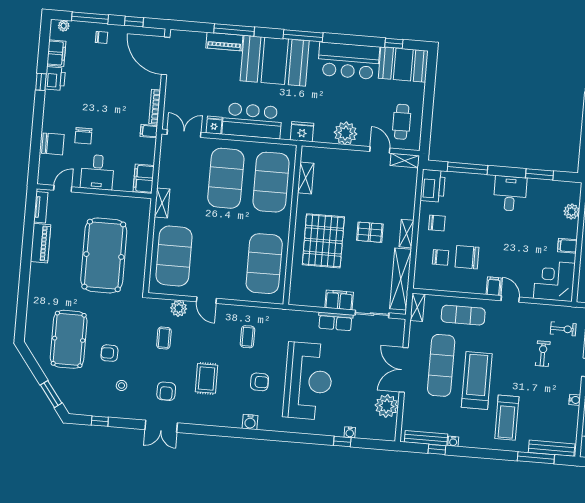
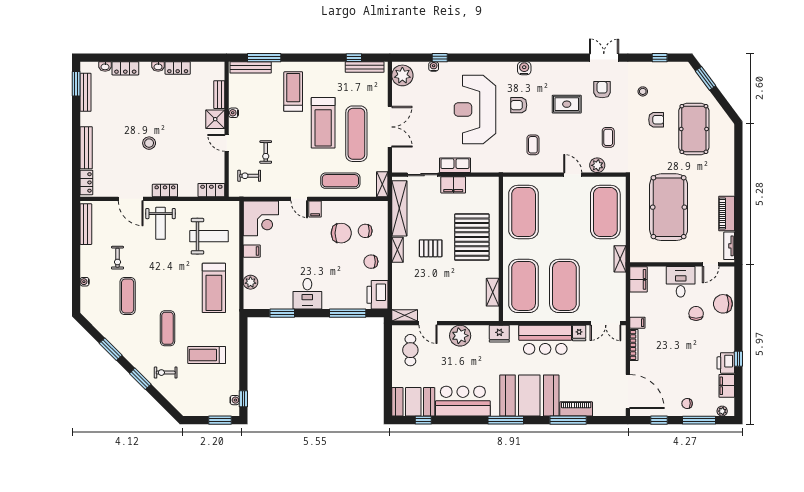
rug: (207, 378) -> (567, 104), turned 90
plant: (387, 406) -> (402, 75), moved
water cooler: (453, 441) -> (340, 66), removed

